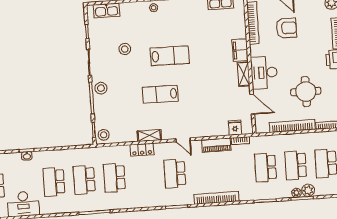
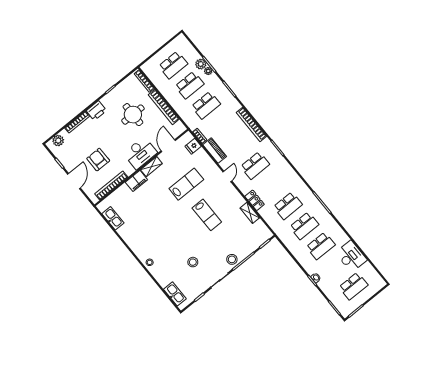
lab bench: (170, 56) -> (186, 184), moved, turned 90
stool: (104, 135) -> (263, 234), removed
shelving: (149, 136) -> (250, 213), moved

